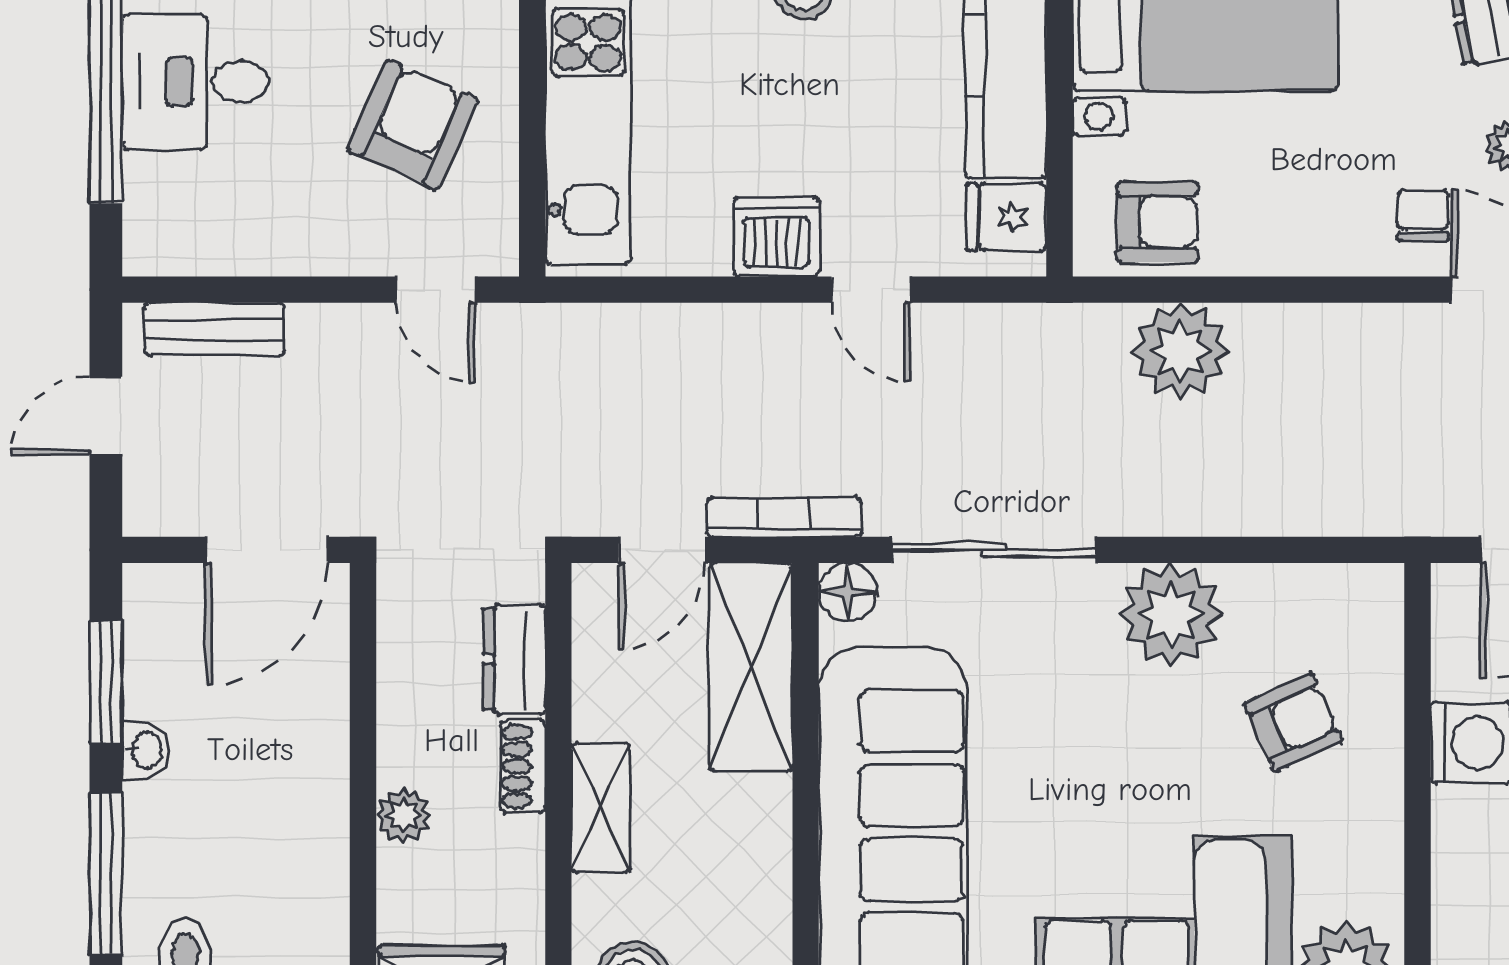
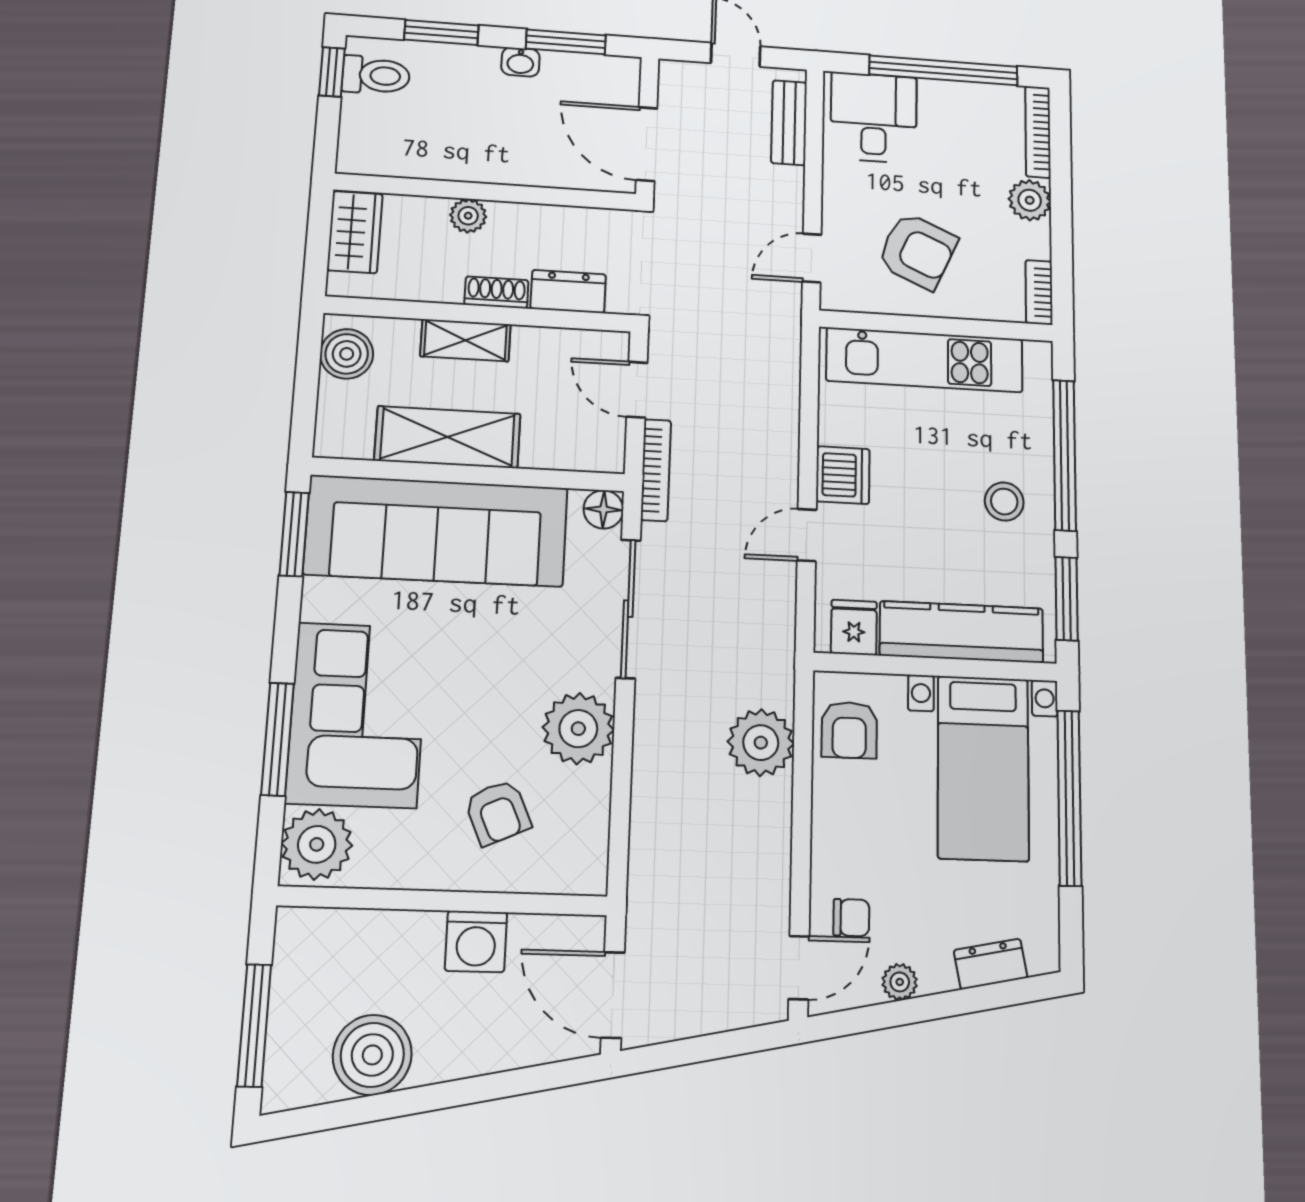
desk: (195, 82) -> (874, 118), moved
shelving: (751, 667) -> (448, 437), moved
window: (106, 874) -> (441, 32), width x0.69

